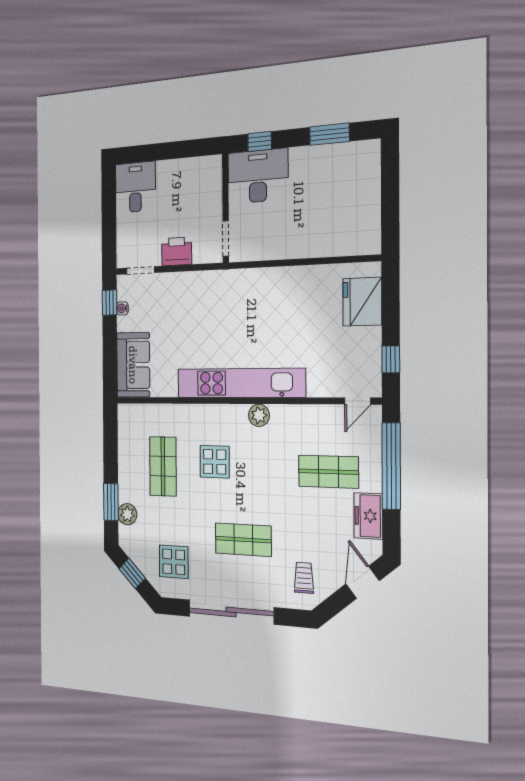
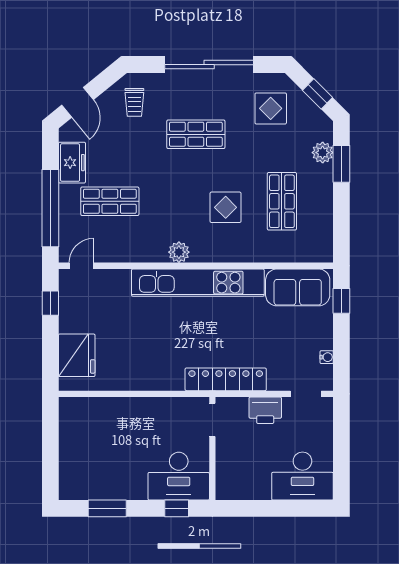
desk: (135, 187) -> (302, 476), width x1.37
locker: (213, 282) -> (226, 379), added
window: (110, 303) -> (341, 301), moved
sofa: (133, 365) -> (298, 287), moved, turned -90

